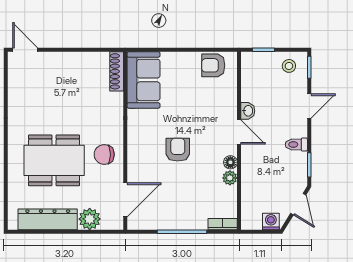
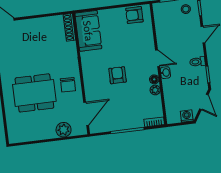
washbasin: (248, 111) -> (165, 73), moved
chair: (104, 154) -> (68, 85), turned -89
dresser: (48, 219) -> (35, 133), removed

